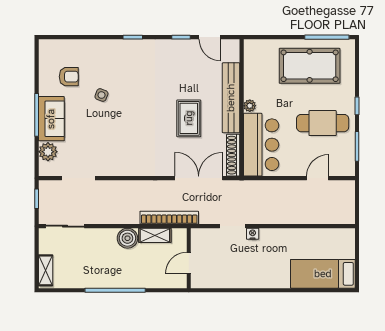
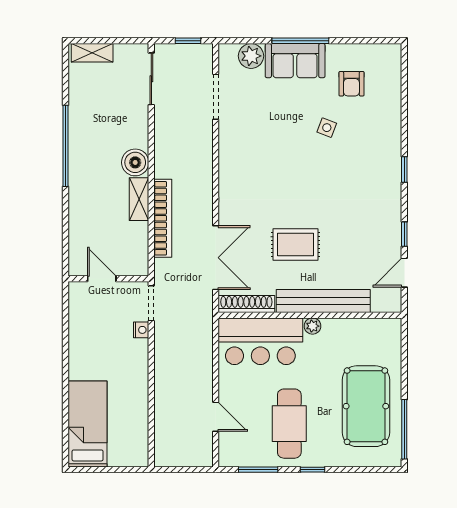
wall: (189, 258) -> (108, 279), moved
door: (189, 263) -> (102, 279), moved

